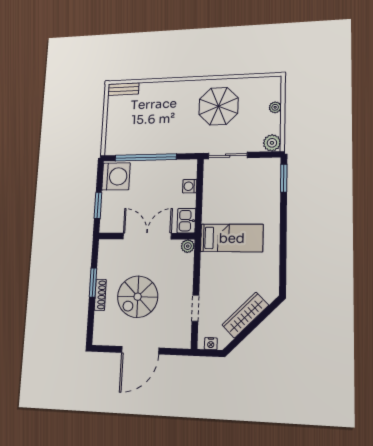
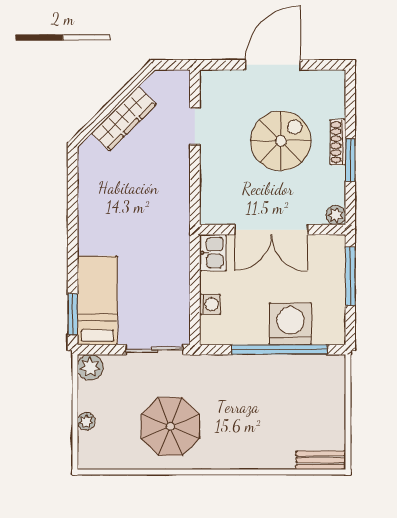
washing machine: (116, 176) -> (290, 324), moved, turned 90
window: (98, 206) -> (350, 276), width x1.44
bed: (232, 238) -> (97, 300), moved, turned 90
plant: (188, 246) -> (336, 215), moved
nightstand: (211, 344) -> (171, 78), removed

